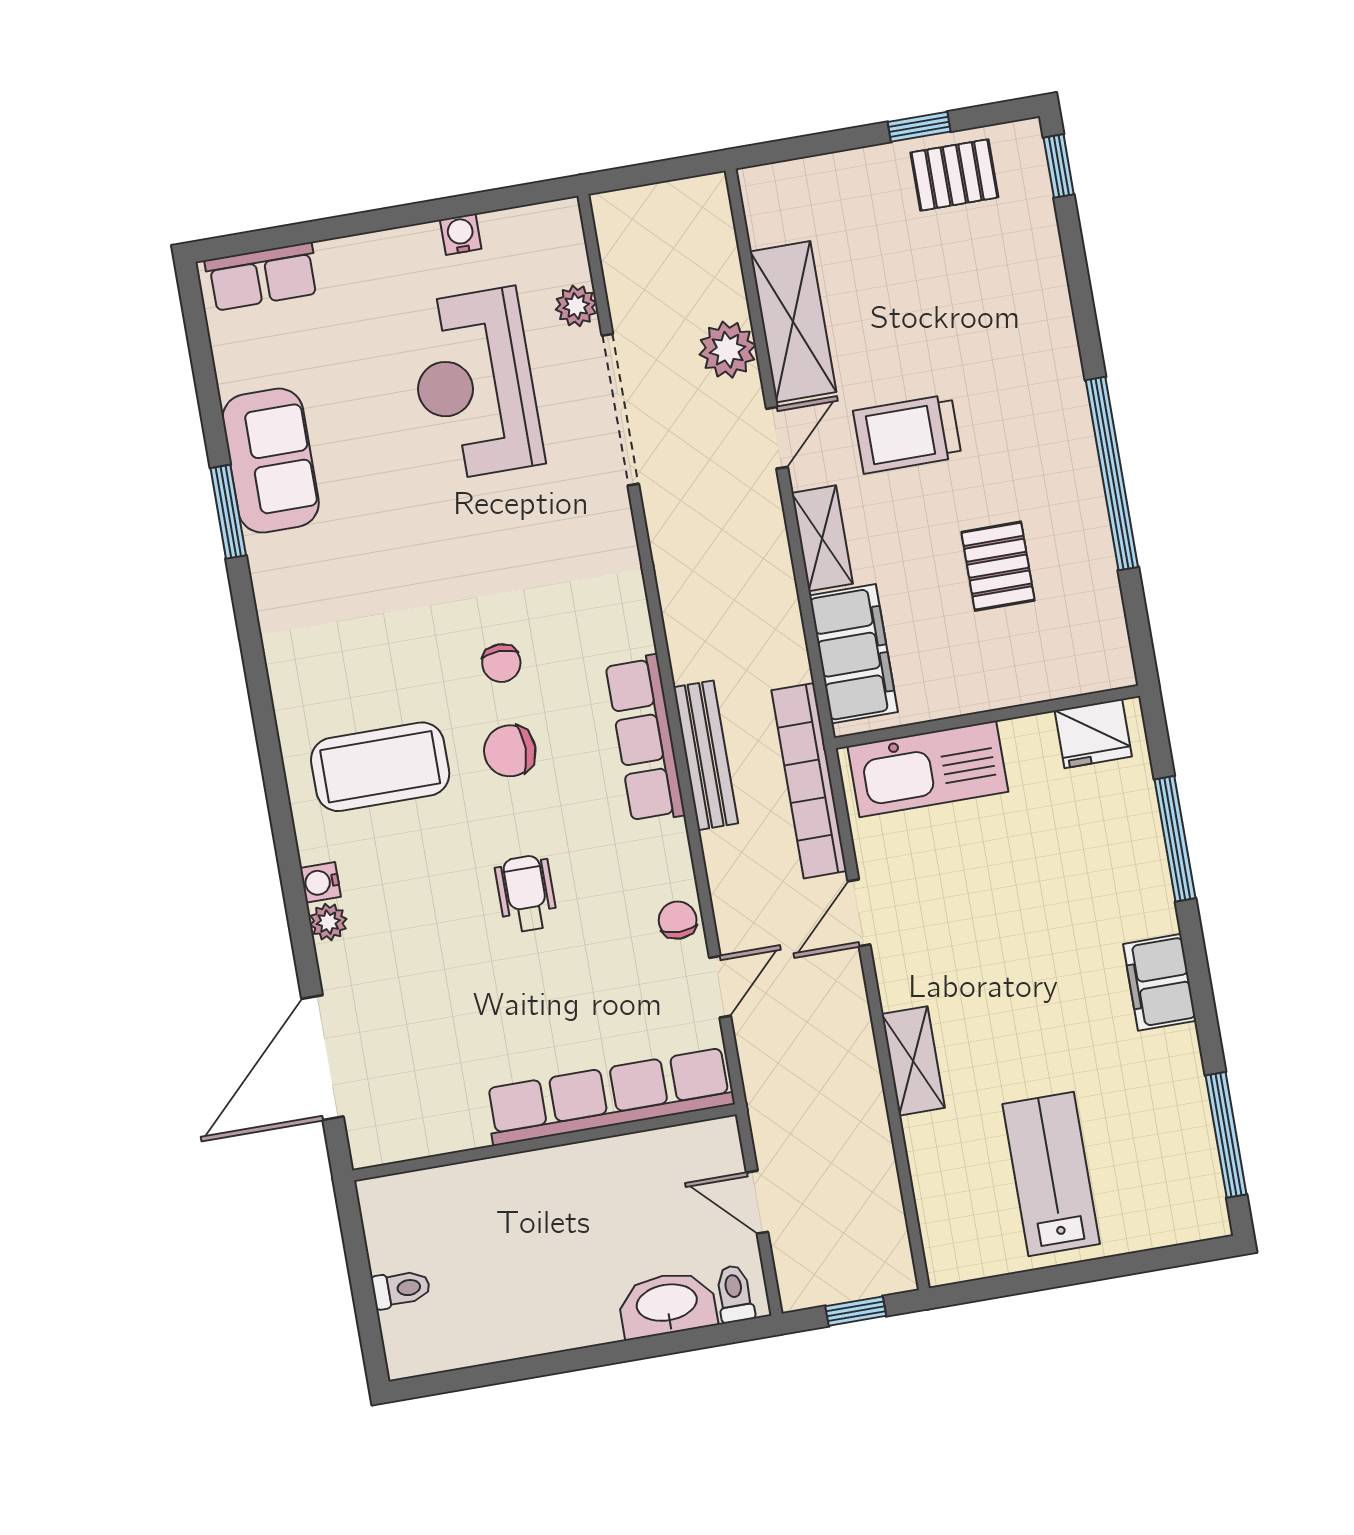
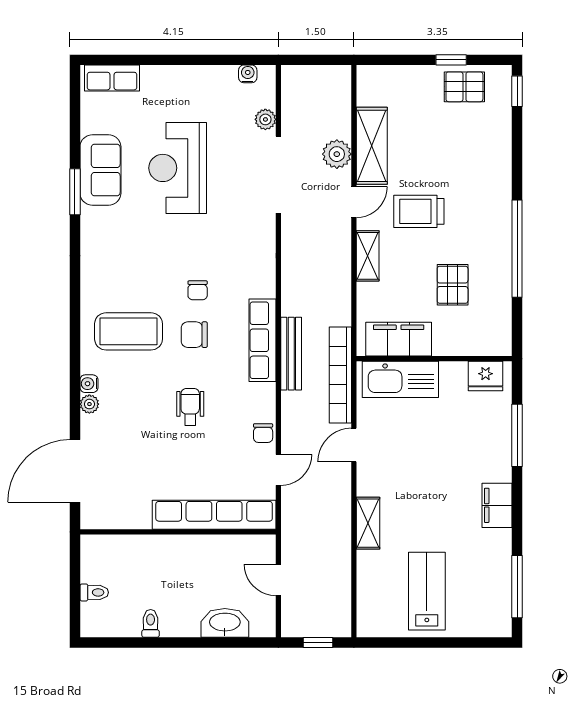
water cooler: (461, 234) -> (248, 74), moved
reception desk: (475, 384) -> (178, 168), moved
filing cabinet: (854, 654) -> (399, 339), moved, turned -90
chair: (678, 920) -> (263, 433), turned 180
toilet: (735, 1294) -> (151, 623), moved

